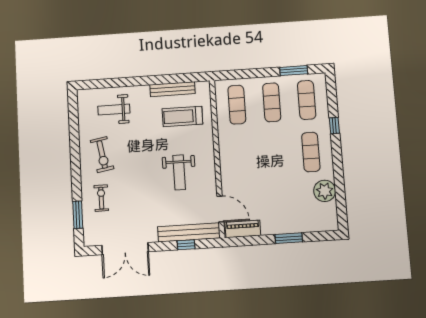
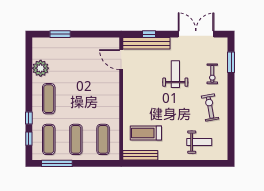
window: (294, 71) -> (57, 163), width x1.44
bench: (172, 89) -> (140, 155), moved
window: (332, 99) -> (29, 139), added
treadmill: (182, 116) -> (146, 133), turned 180
weight bench: (179, 172) -> (175, 74), moved
piano: (243, 229) -> (105, 43), removed
window: (289, 238) -> (60, 34), moved

